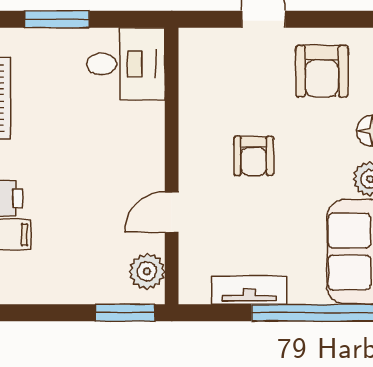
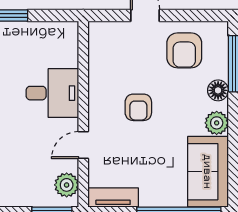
desk: (126, 64) -> (52, 93), moved
tv unit: (249, 290) -> (113, 197), moved

